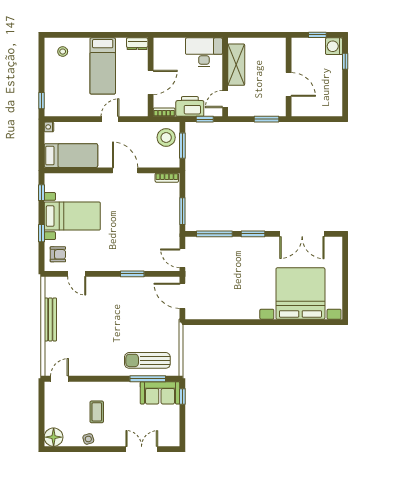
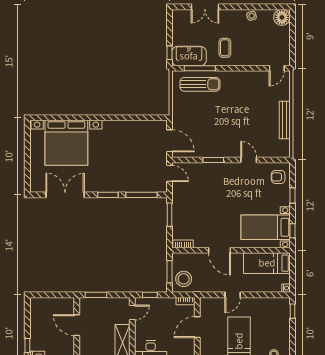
printer: (190, 106) -> (163, 306), removed
bed with nightstands: (72, 216) -> (266, 227), moved
door: (77, 274) -> (249, 160), moved
coffee table: (97, 412) -> (225, 48), moved

